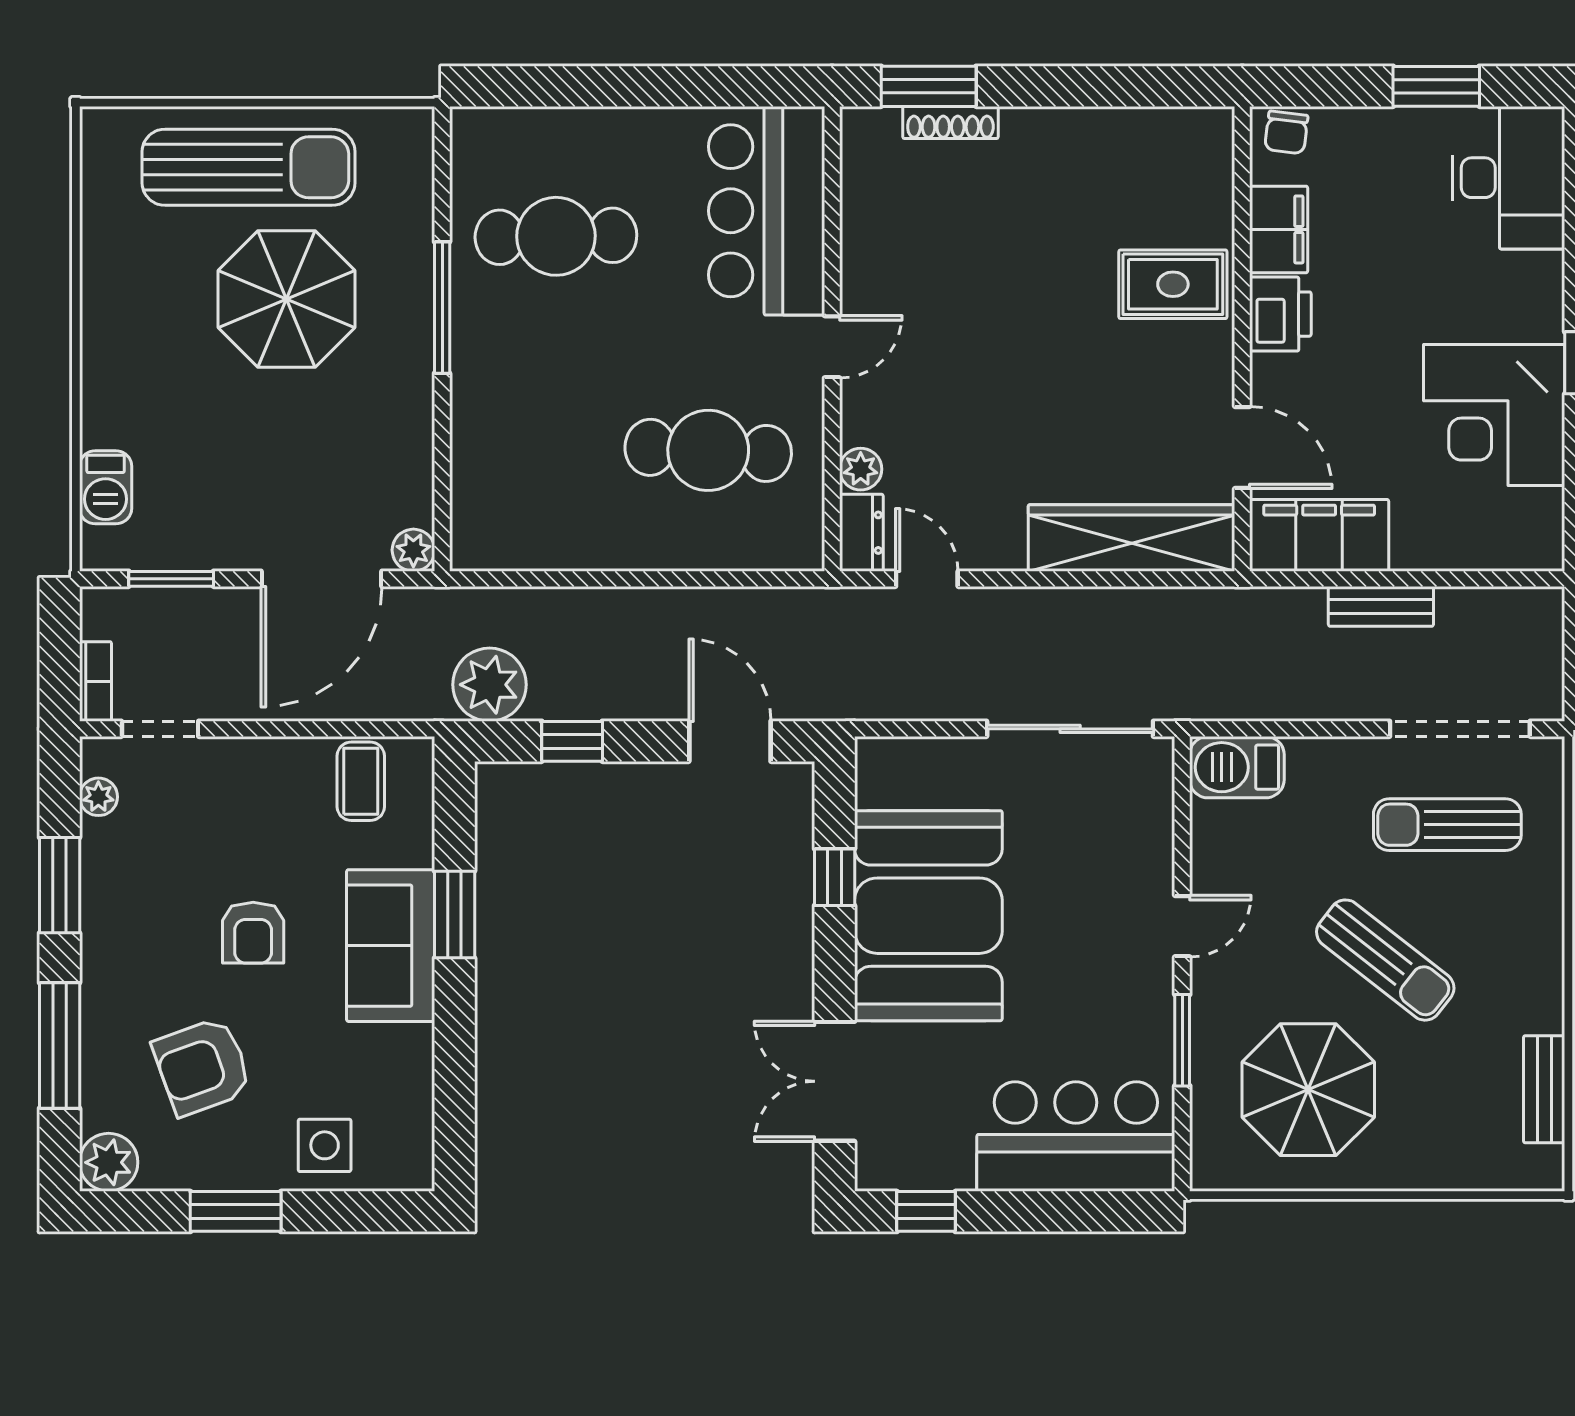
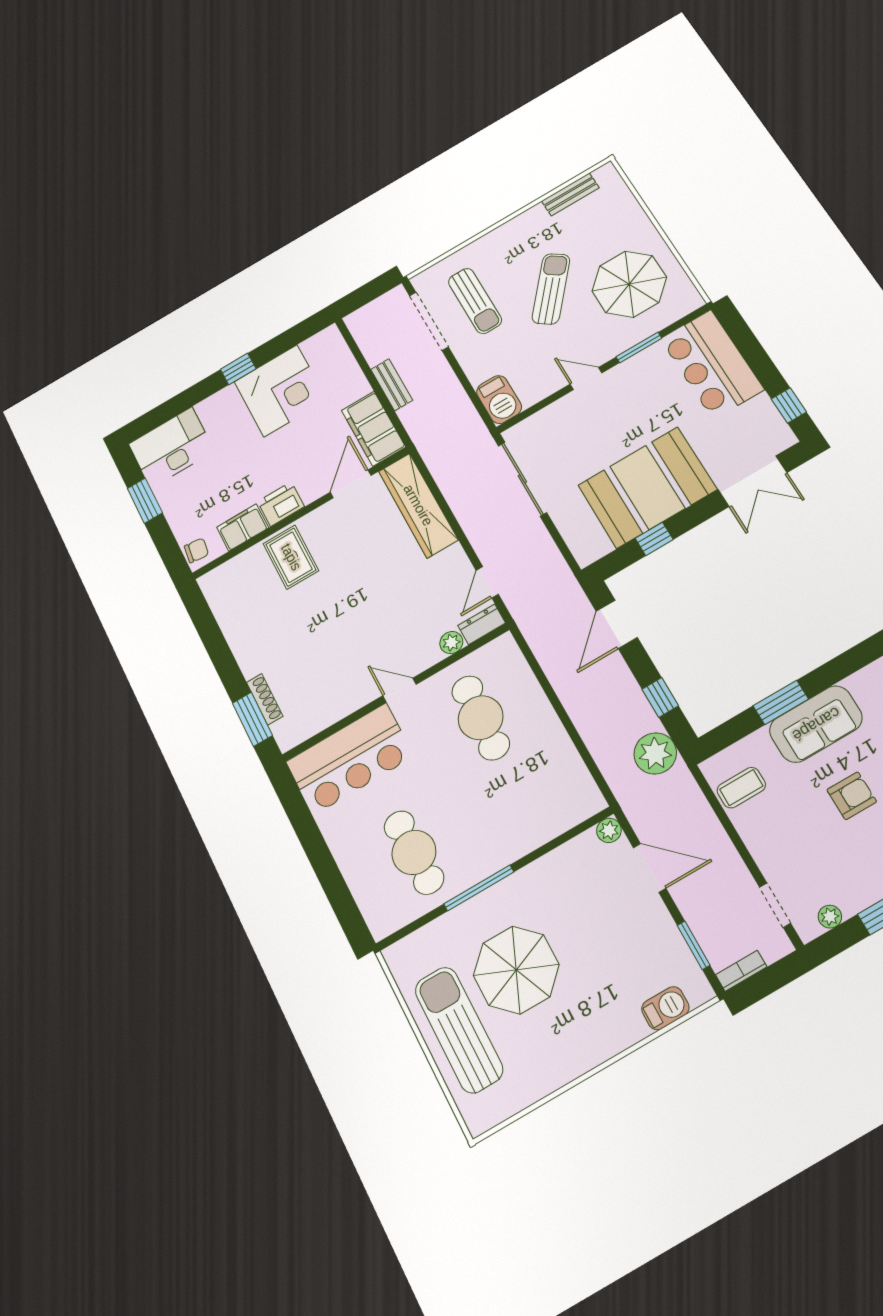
door: (321, 579) -> (650, 868), width x0.73
bookcase: (95, 681) -> (741, 971), moved

